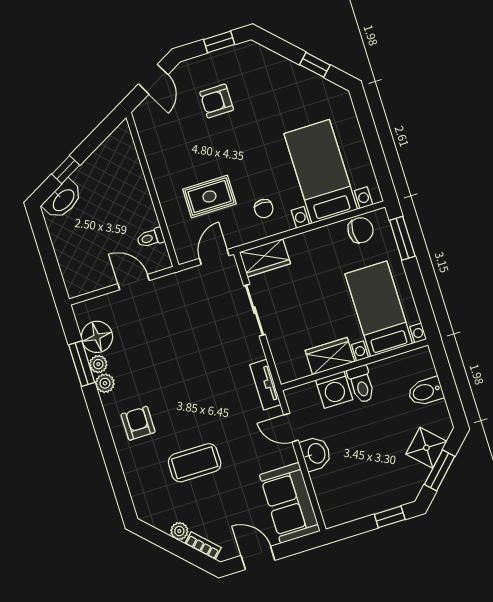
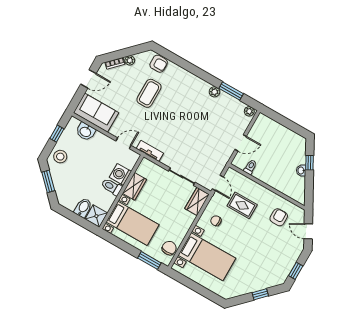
window: (315, 65) -> (260, 294), moved
armchair: (217, 101) -> (279, 217), moved
rug: (209, 197) -> (242, 205), turned 90
washbasin: (63, 200) -> (301, 171), moved, width x0.52, depth x0.69
chair: (361, 230) -> (169, 248), turned 180
floor lamp: (97, 337) -> (235, 107), removed
plant: (98, 364) -> (249, 111), moved
armchair: (138, 423) -> (159, 64), moved
shower: (426, 448) -> (96, 216), moved, turned 45
washbasin: (316, 454) -> (86, 132), moved
stool: (392, 489) -> (60, 157), added
window: (390, 517) -> (57, 134), moved

